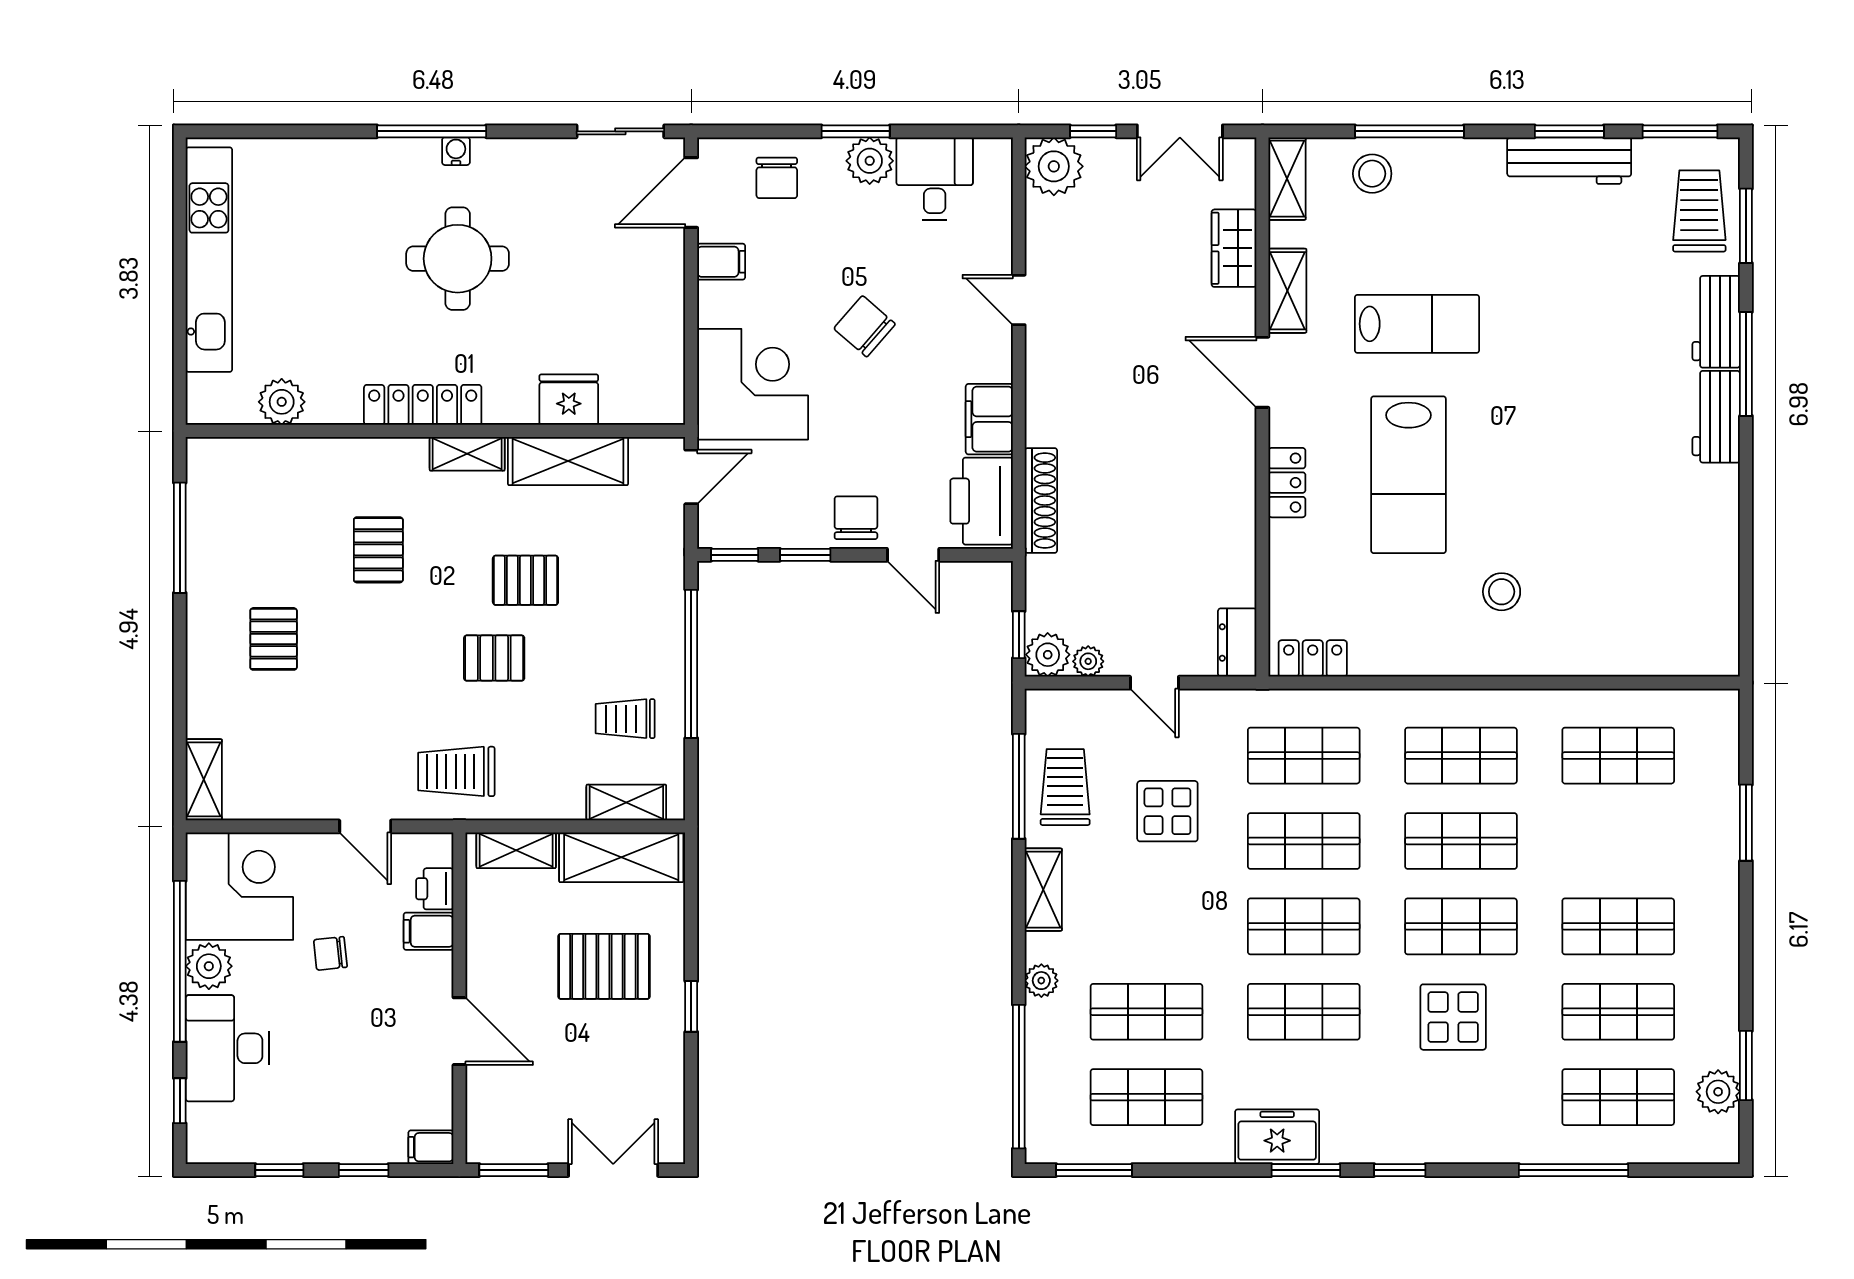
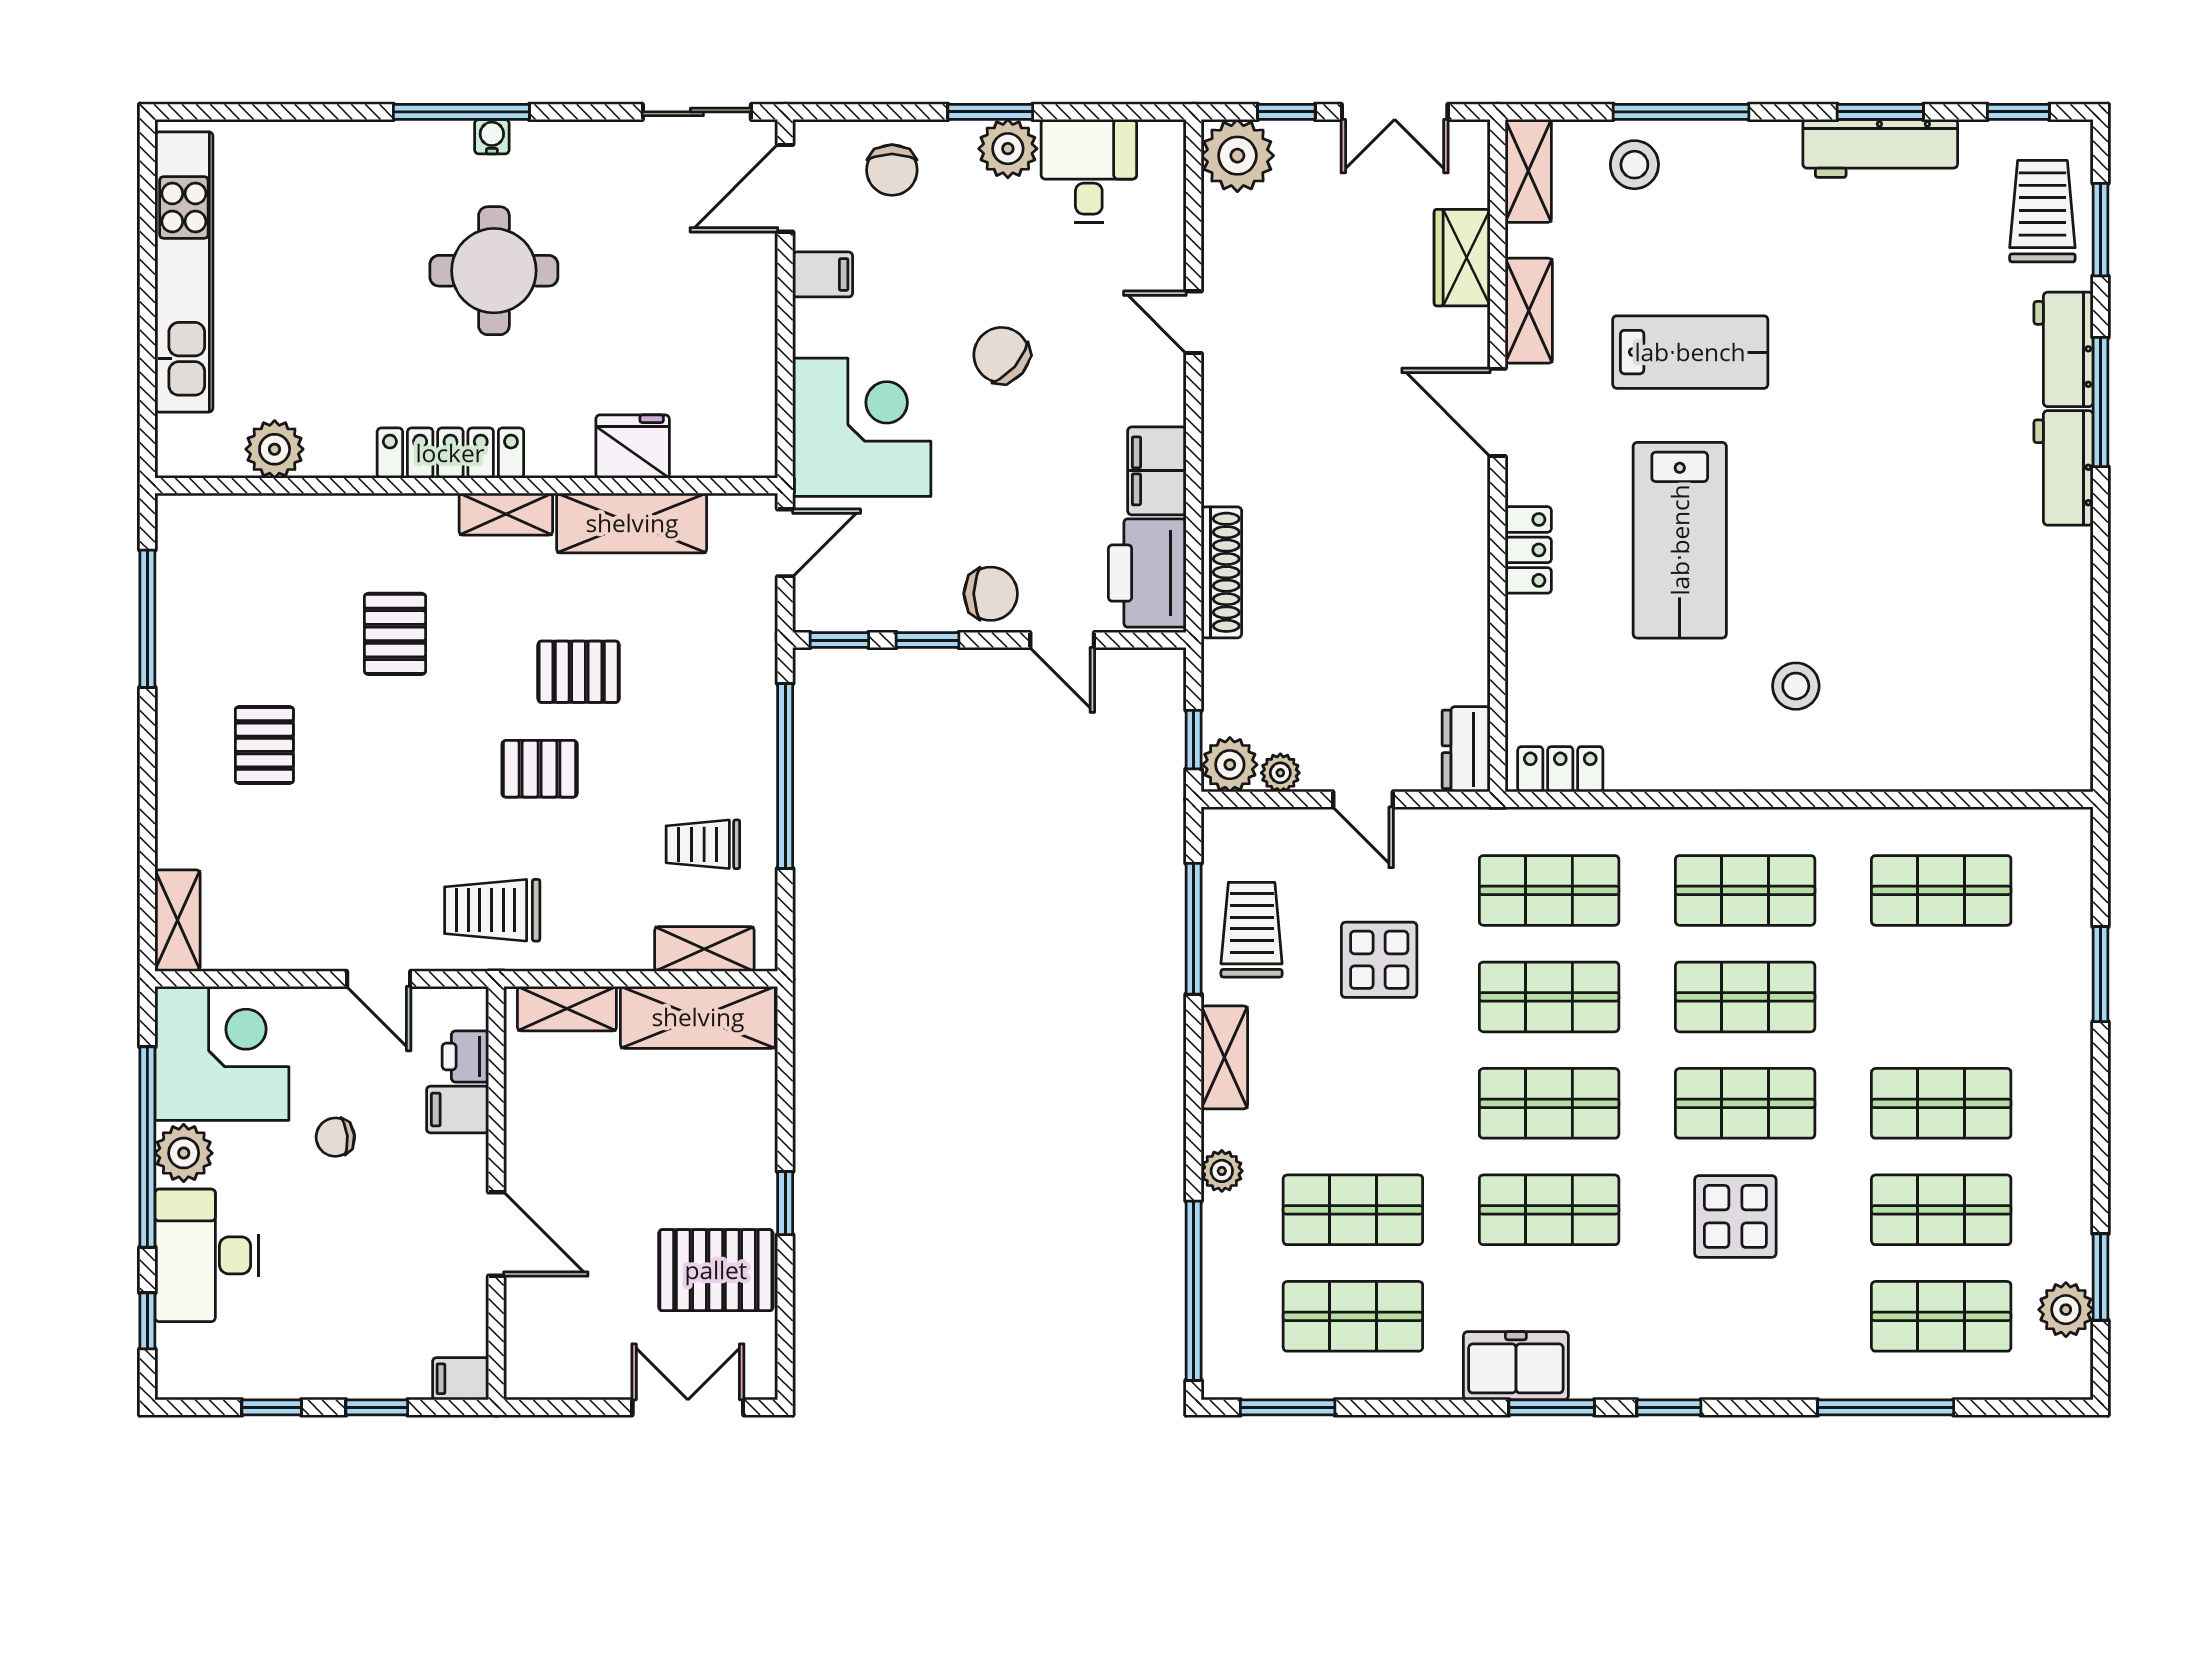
window: (1680, 131) -> (2018, 112), width x0.67
chair: (856, 518) -> (991, 594), turned 90
pallet: (604, 966) -> (716, 1270), moved
window: (514, 1170) -> (564, 1407), removed

